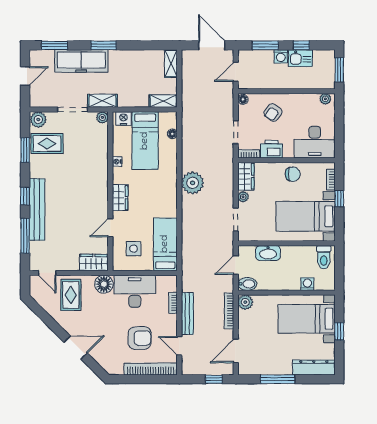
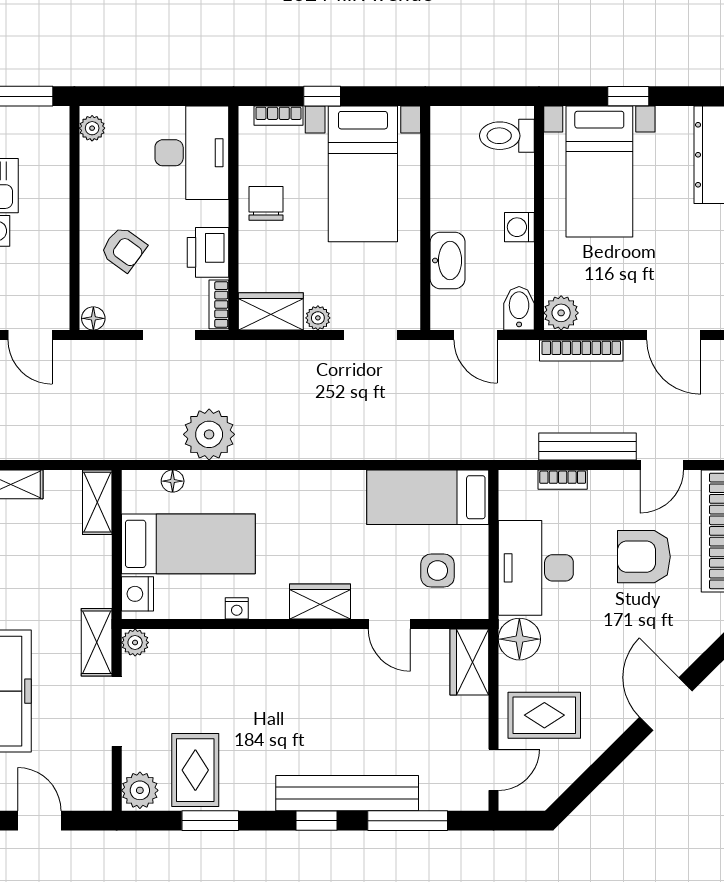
plant: (193, 183) -> (209, 434), moved
toilet: (324, 257) -> (507, 136), moved, turned 180
washing machine: (307, 284) -> (519, 227), moved
armchair: (140, 338) -> (644, 557), turned -90

